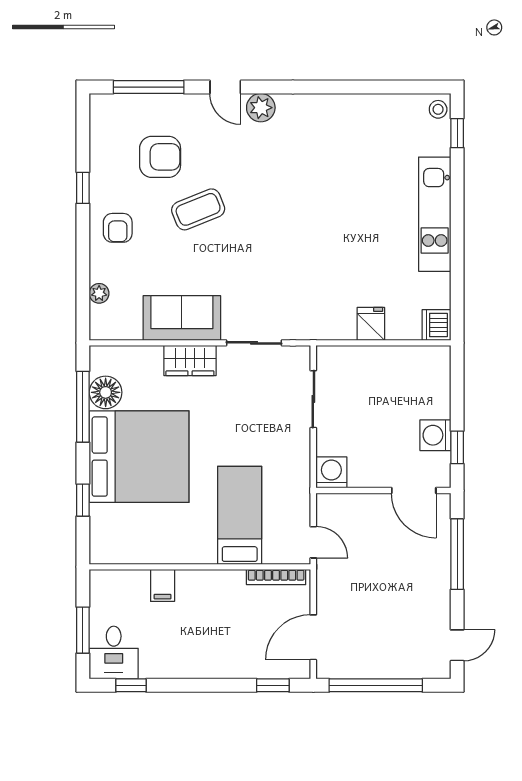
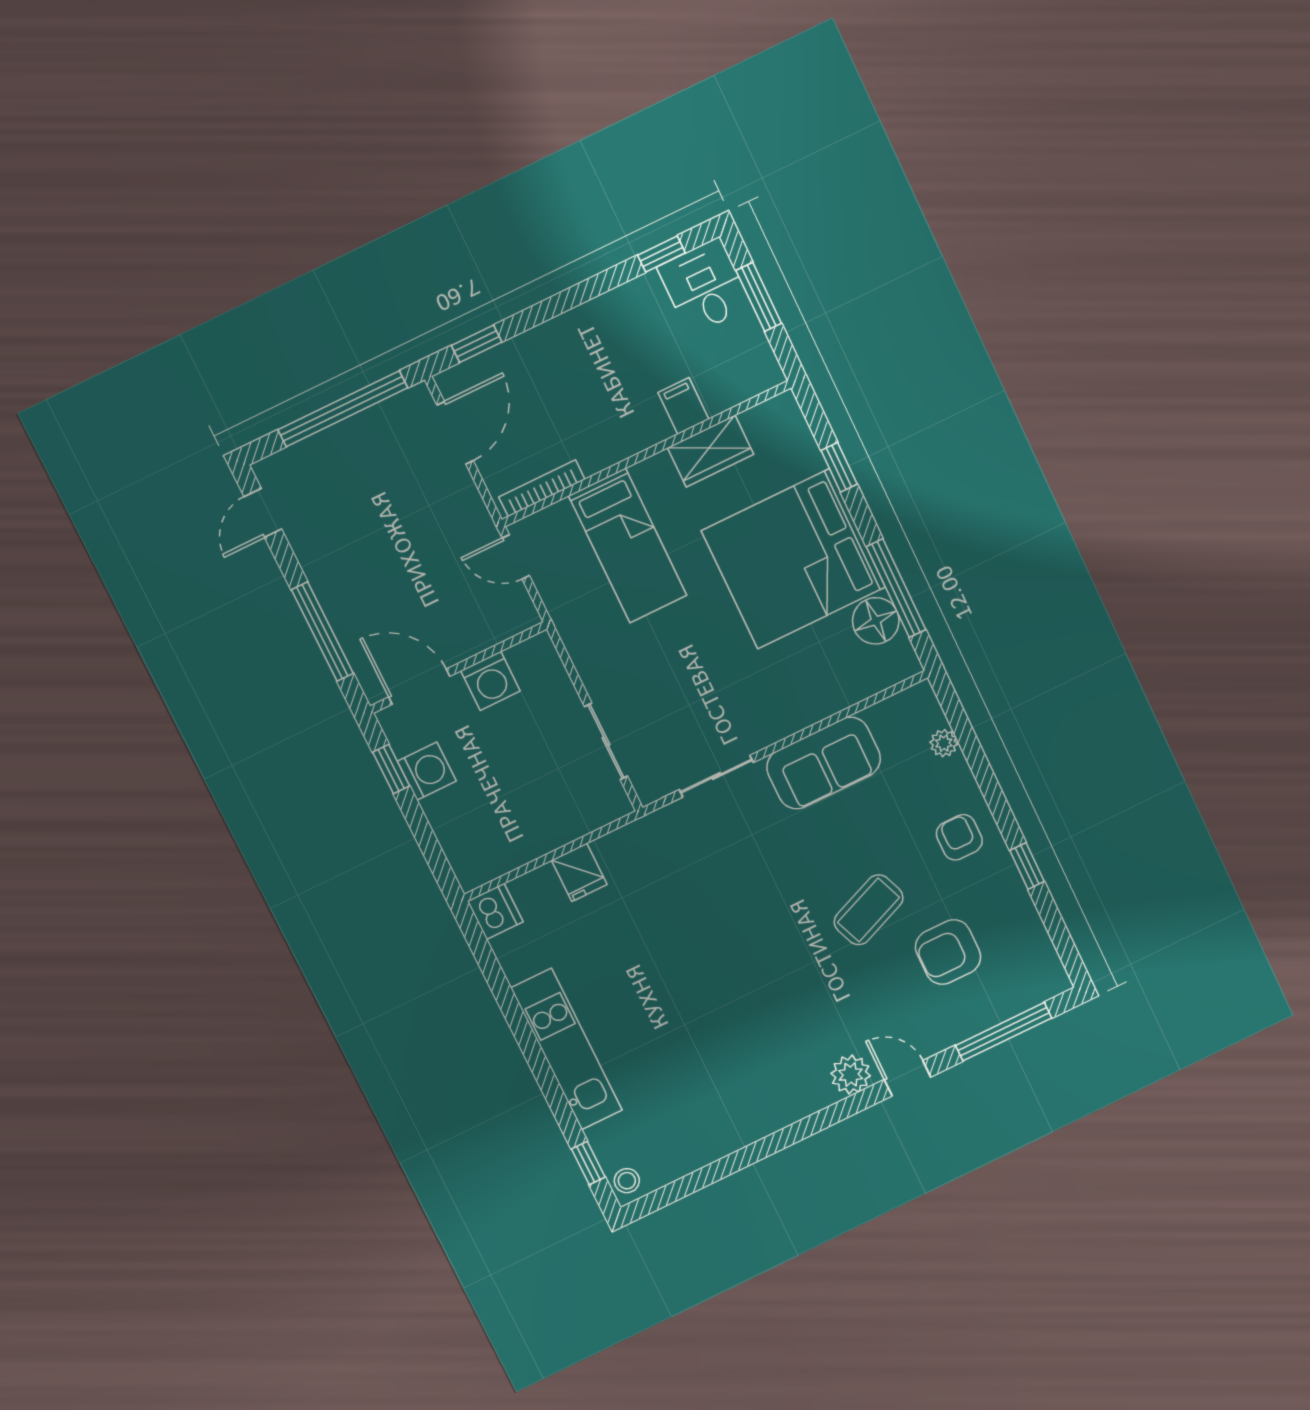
wardrobe: (190, 361) -> (711, 451), moved, turned 180
washing machine: (331, 472) -> (490, 681), moved

